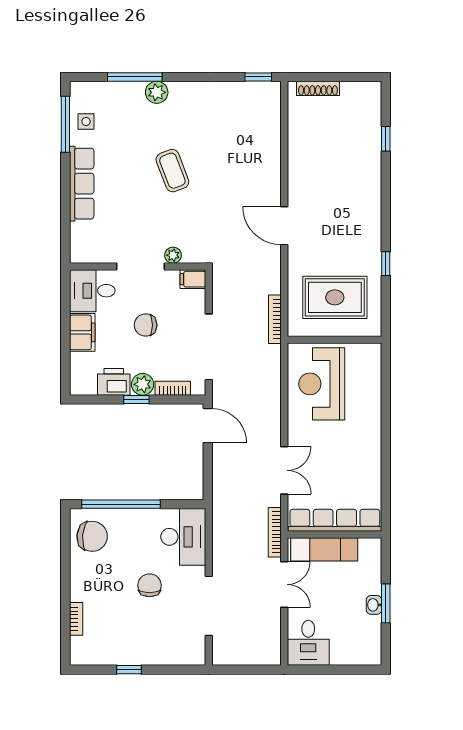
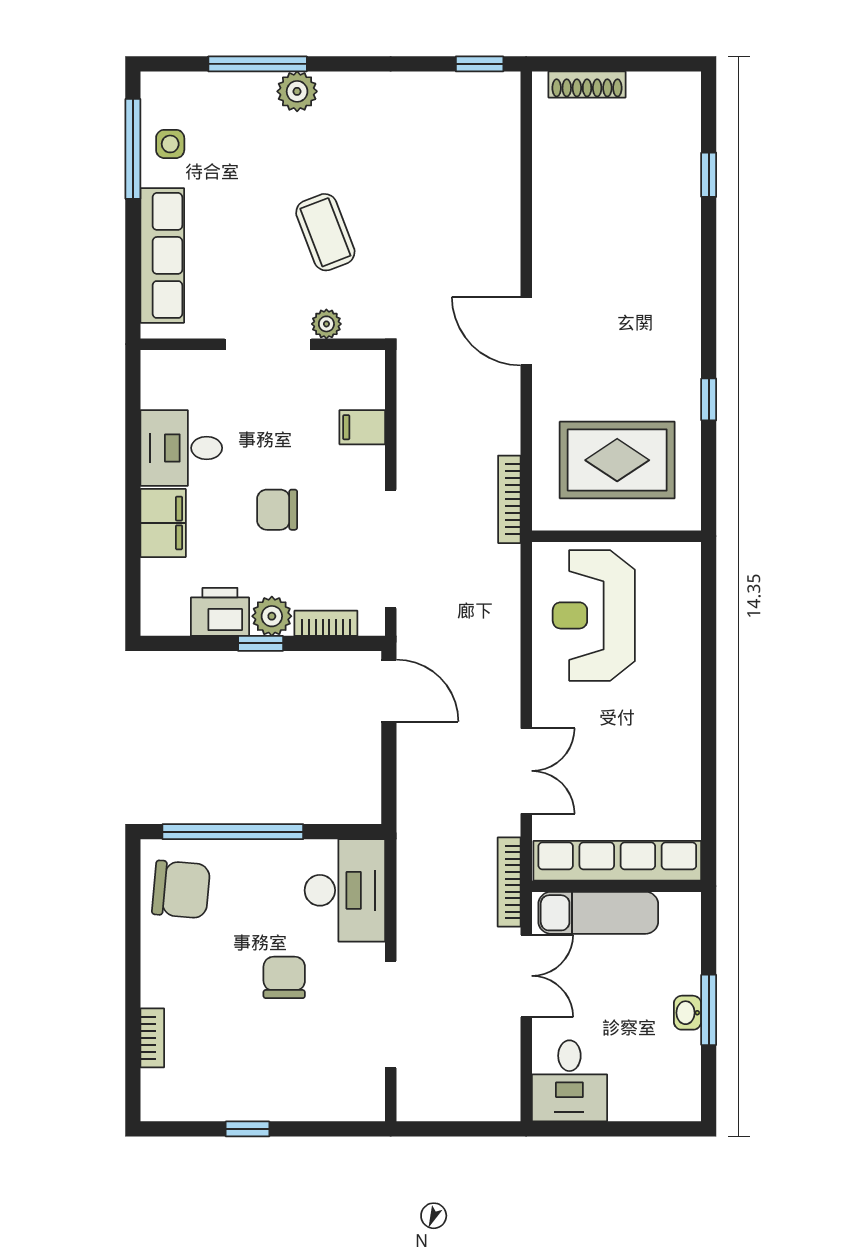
plant: (173, 255) -> (326, 324), moved
wall: (138, 266) -> (263, 344), moved
doorway: (141, 266) -> (268, 344), moved

